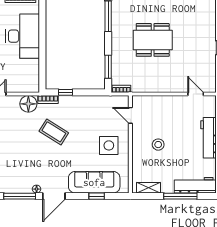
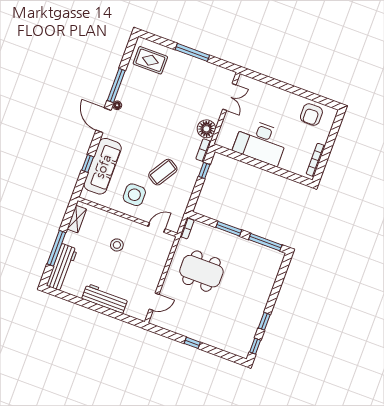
desk: (23, 36) -> (261, 142), moved
dining table: (153, 40) -> (201, 271), moved, turned 90
window: (108, 67) -> (229, 229), moved
coffee table: (54, 132) -> (163, 172), moved

